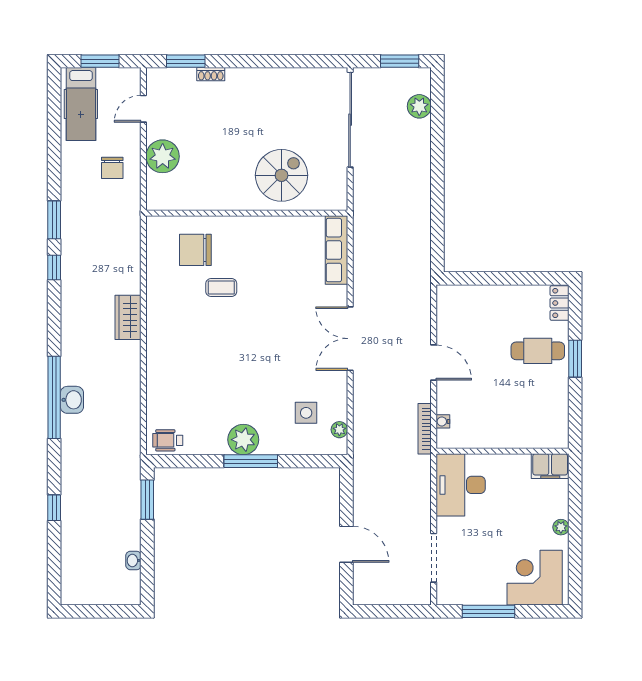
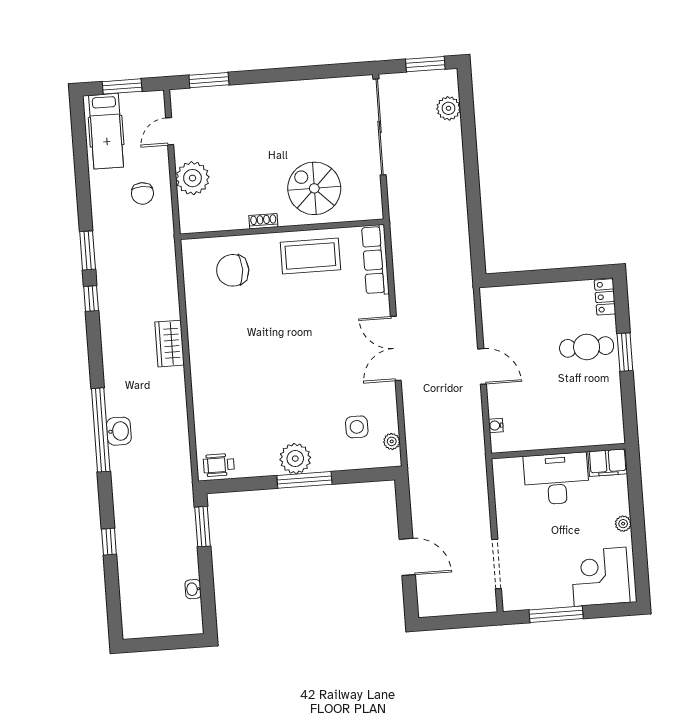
shoe rack: (211, 74) -> (263, 221), moved, turned 180
spiral stairs: (282, 175) -> (314, 188), turned -90
coffee table: (221, 288) -> (310, 256), moved, width x1.86, depth x1.72
bookcase: (425, 429) -> (478, 434), removed
desk: (461, 485) -> (556, 479), moved, turned 90

